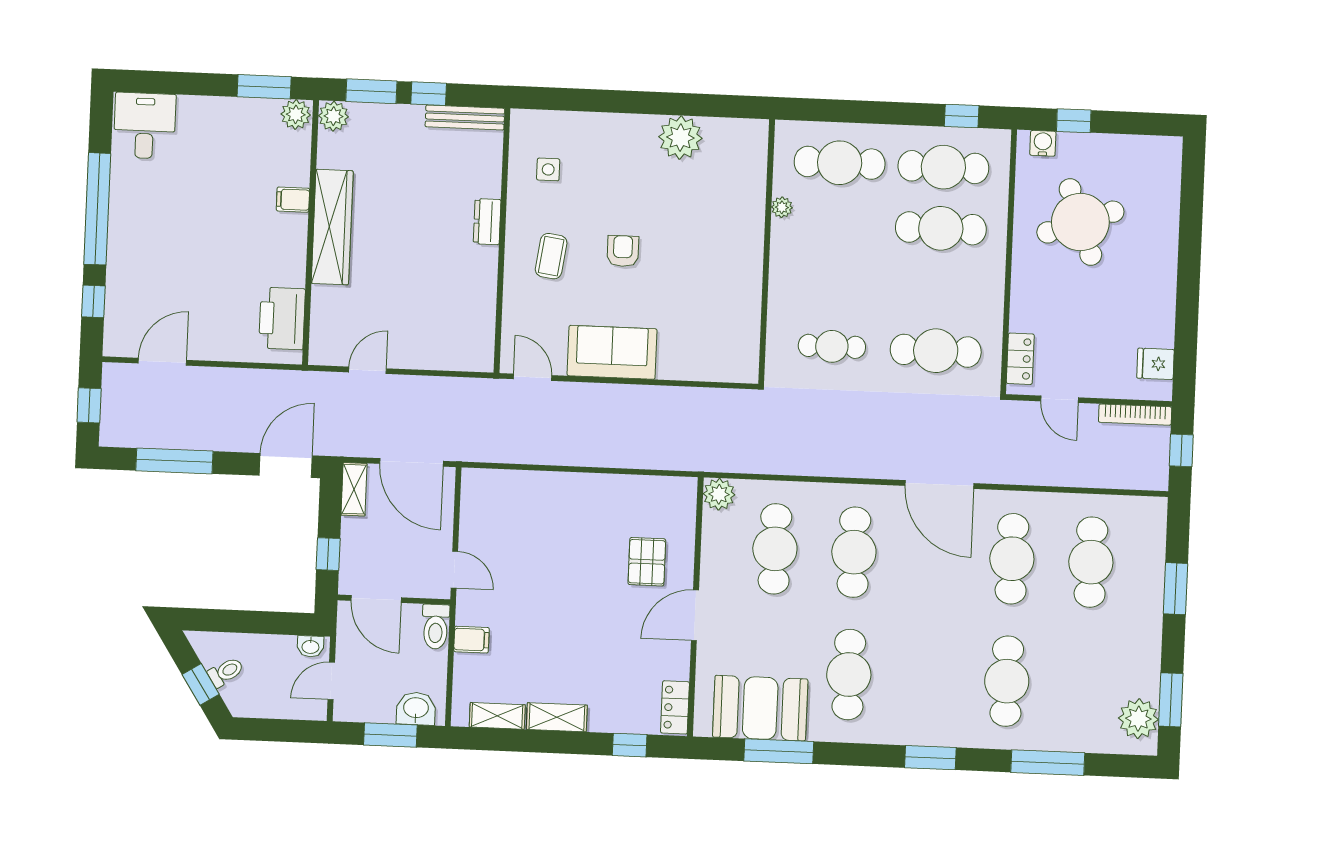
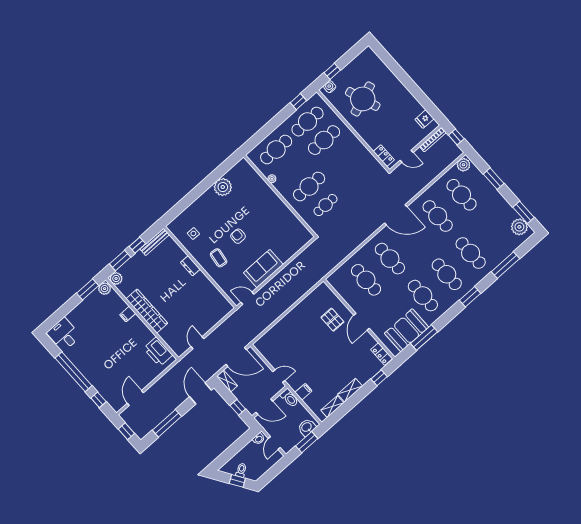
cafe table: (936, 351) -> (309, 187), moved
plant: (719, 494) -> (463, 165), moved
cafe table: (928, 678) -> (447, 274), added

